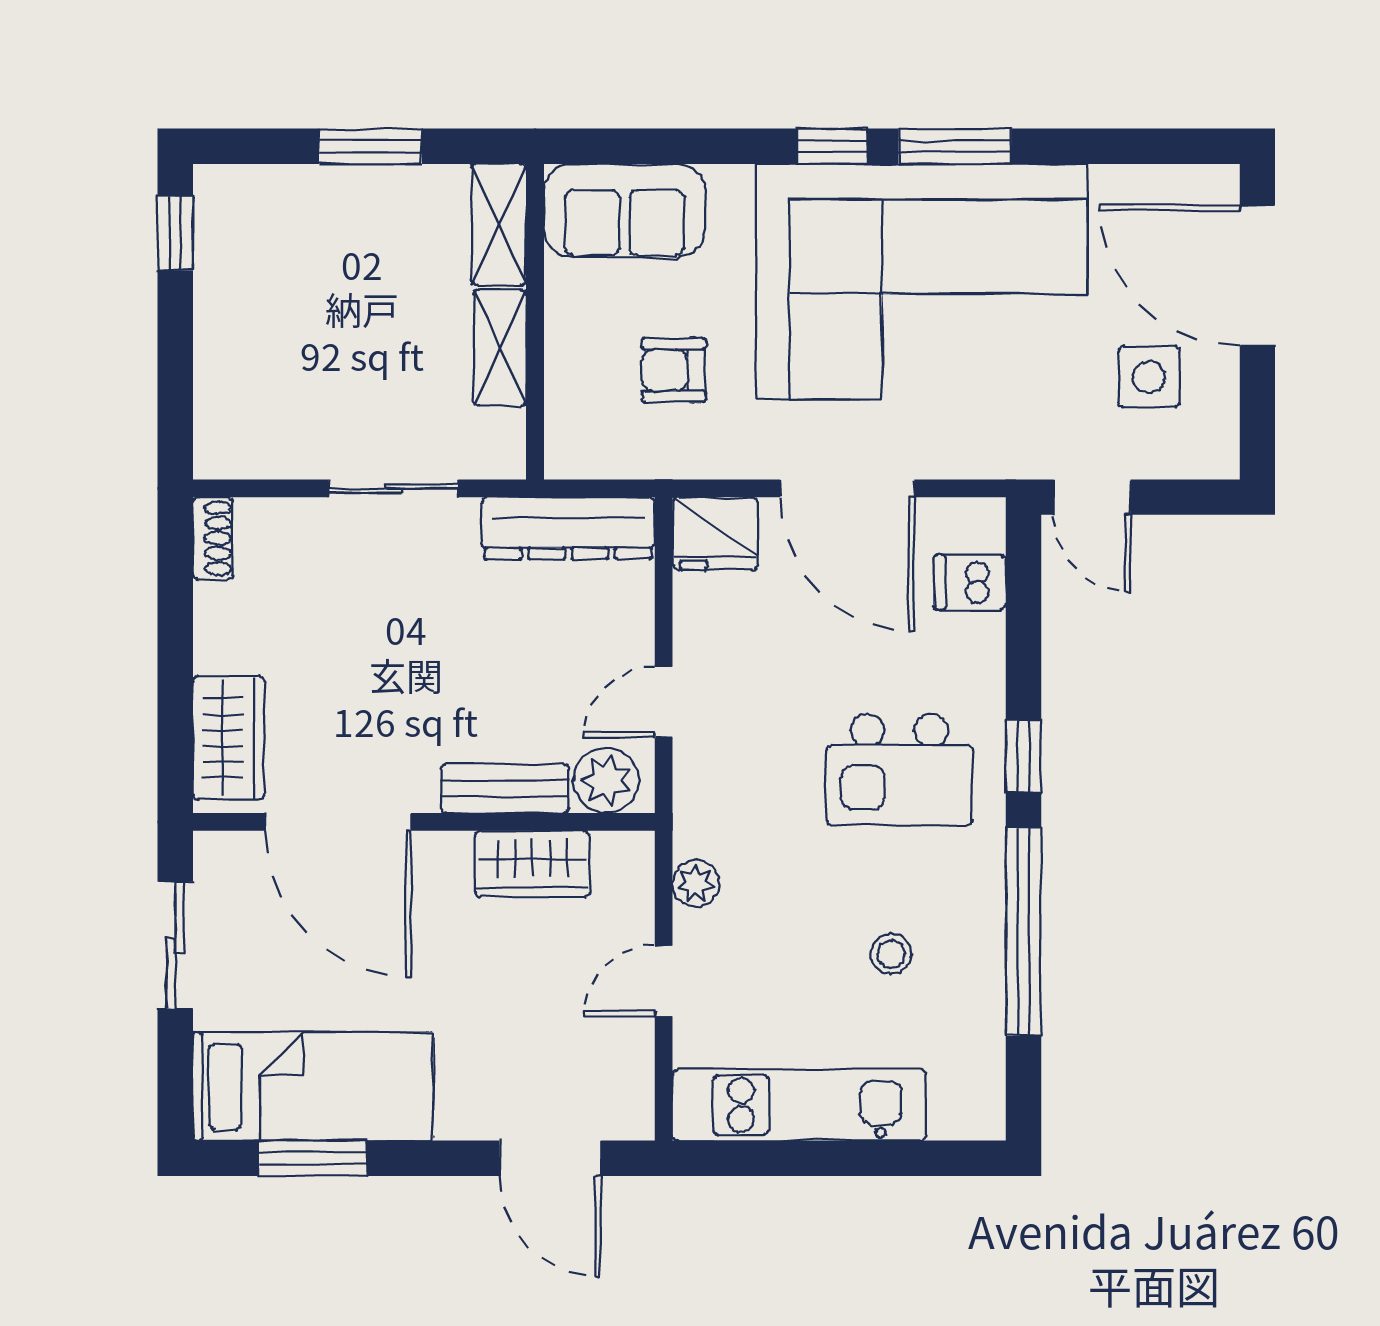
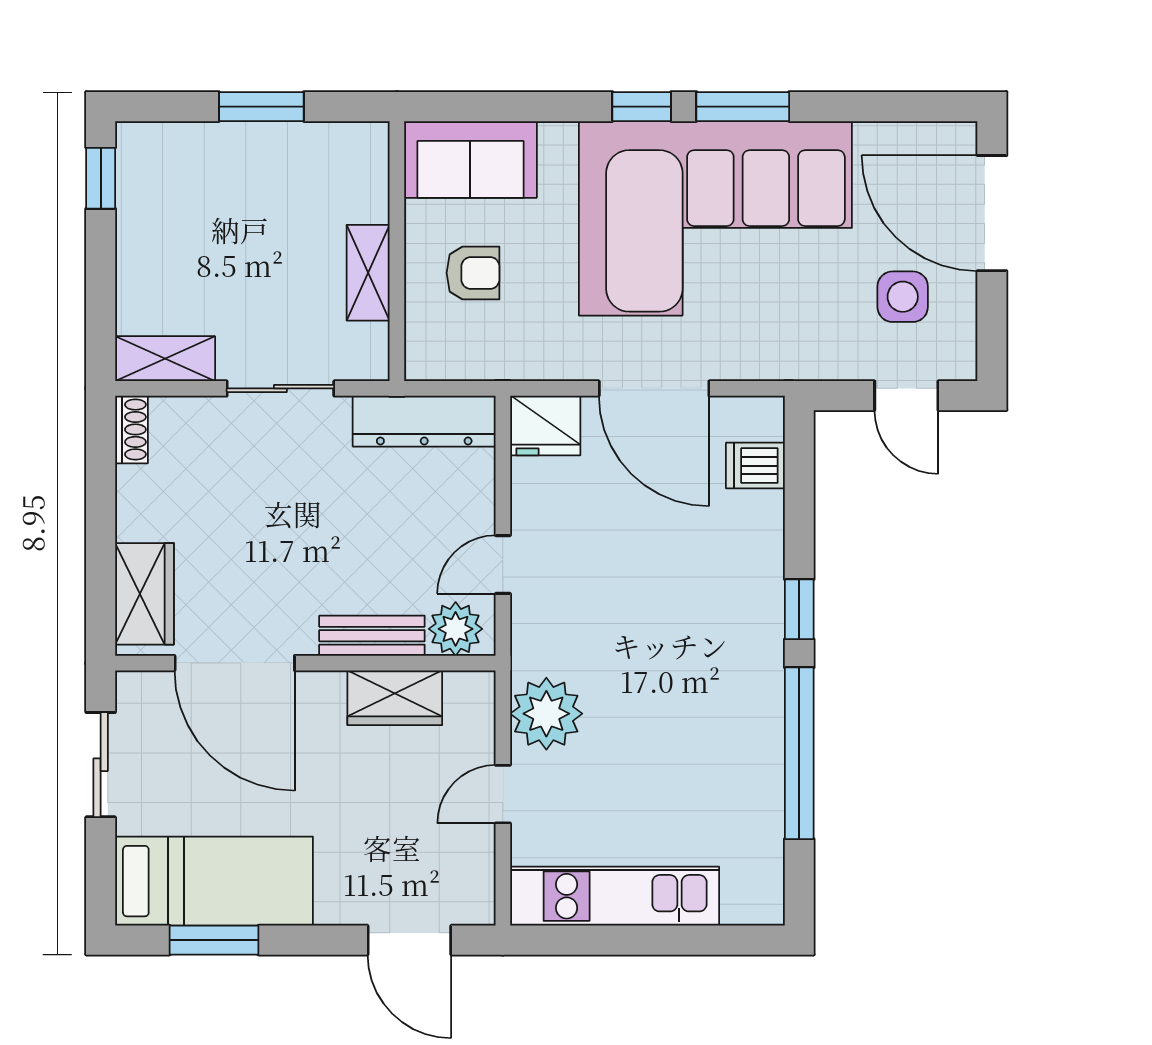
shelving: (499, 224) -> (165, 359), moved, turned 90
armchair: (674, 370) -> (473, 273), moved, turned 180
door: (1092, 497) -> (906, 396), moved
kitchen island: (899, 770) -> (697, 620), removed
plant: (696, 883) -> (546, 714), width x1.87, depth x1.87
stool: (891, 954) -> (690, 772), removed

